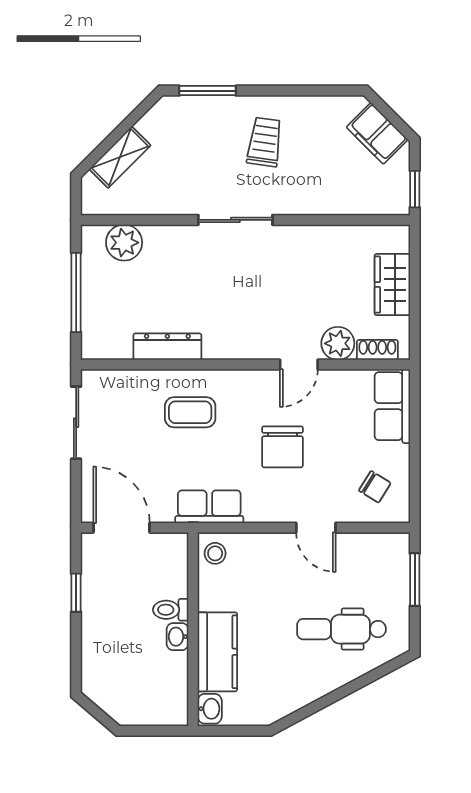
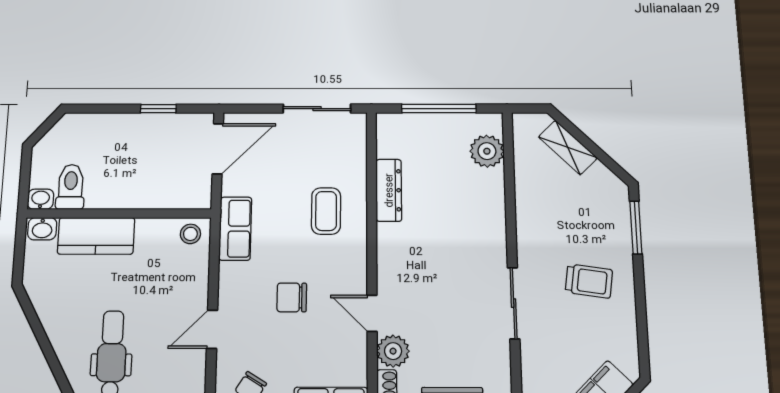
sliding door: (235, 220) -> (514, 303), moved
chair: (282, 447) -> (292, 297), width x0.73, depth x0.73
toilet: (171, 610) -> (71, 187), moved, width x1.37, depth x1.39
washbasin: (177, 637) -> (40, 199), moved

